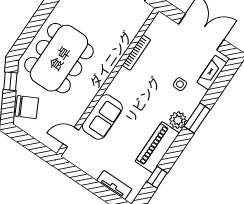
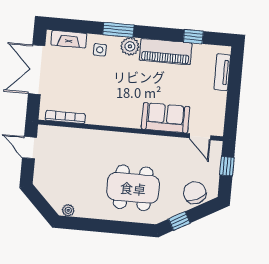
bookcase: (136, 52) -> (65, 117), moved
dining table: (59, 58) -> (133, 188), width x0.73, depth x0.80
side table: (180, 84) -> (100, 50), moved
window: (34, 146) -> (227, 166), added

